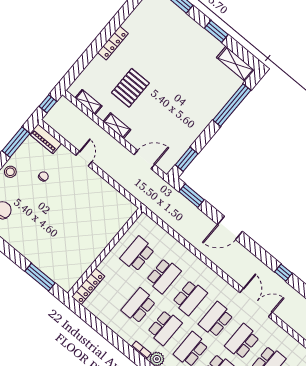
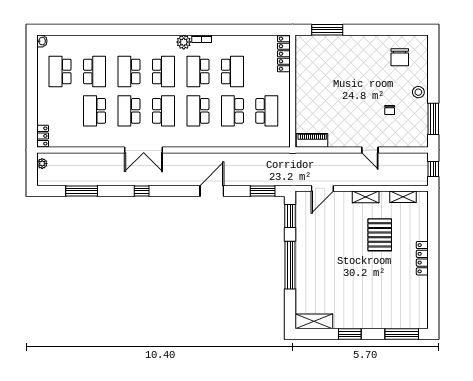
window: (232, 105) -> (290, 265), moved
piano: (45, 139) -> (312, 140), moved
school desk: (242, 341) -> (129, 111), turned 180

